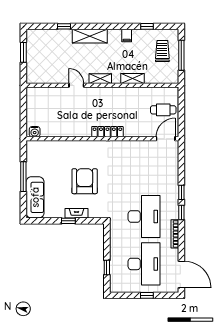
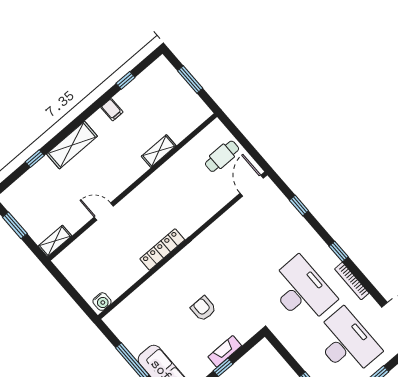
trolley: (162, 51) -> (165, 93), removed
window: (181, 55) -> (190, 80), width x0.69
shelving: (100, 79) -> (55, 241), moved
locker: (107, 132) -> (162, 249), moved
armchair: (85, 181) -> (203, 309), width x0.53, depth x0.53
window: (181, 192) -> (299, 206), moved

